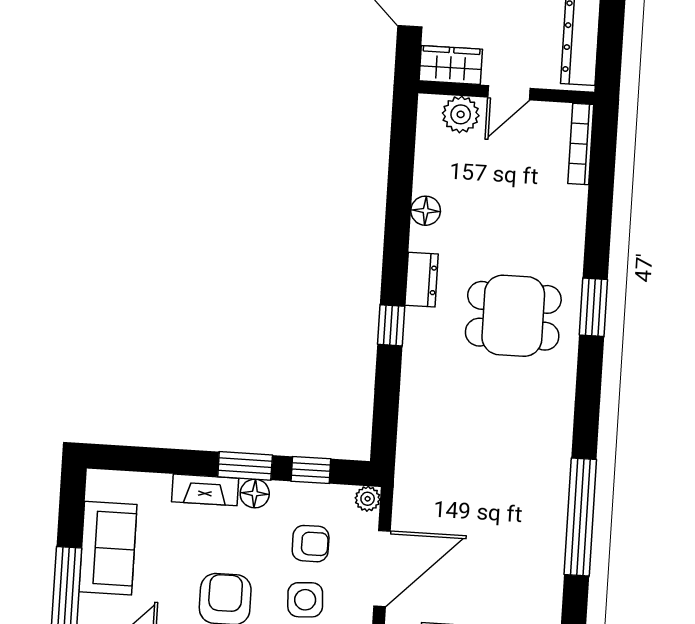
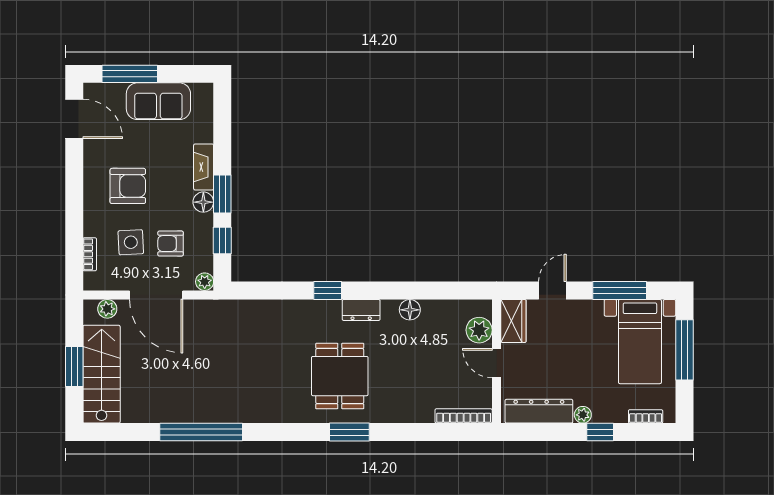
armchair: (311, 544) -> (171, 244), turned 90

